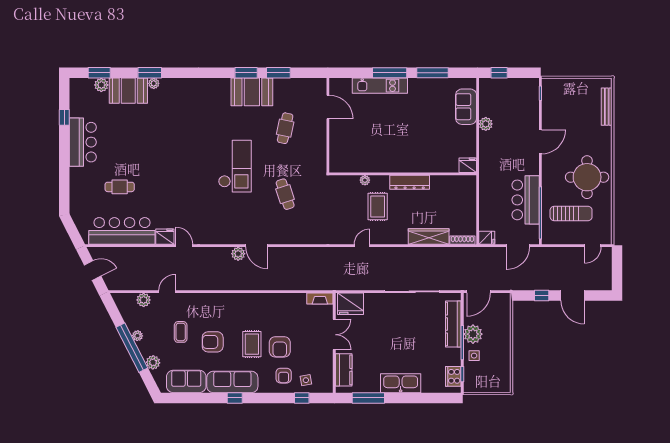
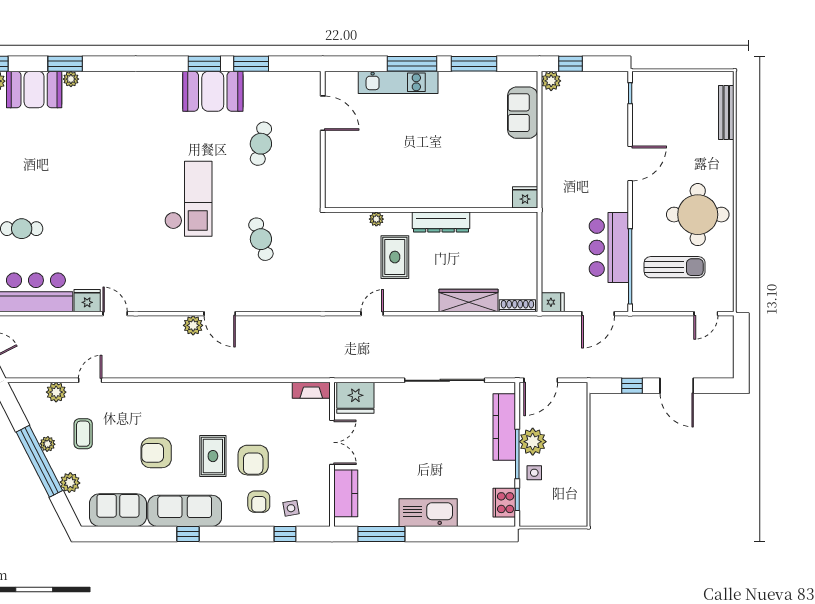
plant: (486, 124) -> (551, 81), moved
coffee table: (181, 332) -> (83, 434), moved

